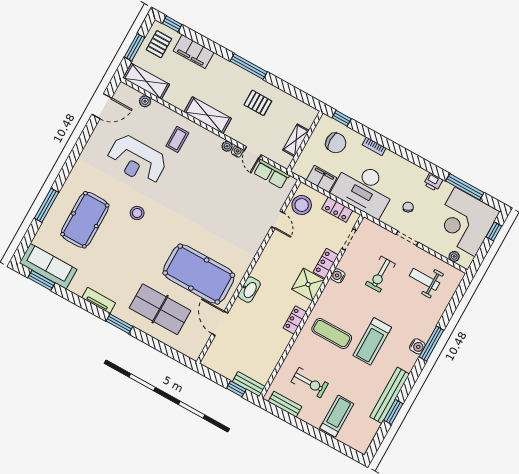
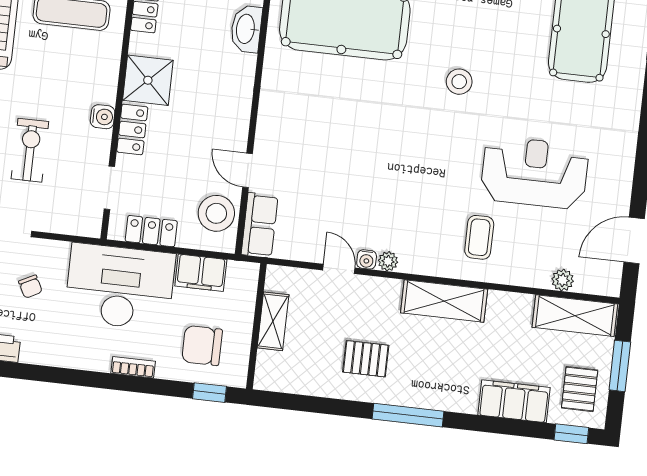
row of seats: (271, 174) -> (260, 225), moved, turned 90
stool: (137, 213) -> (459, 82), moved

